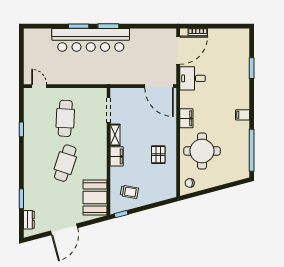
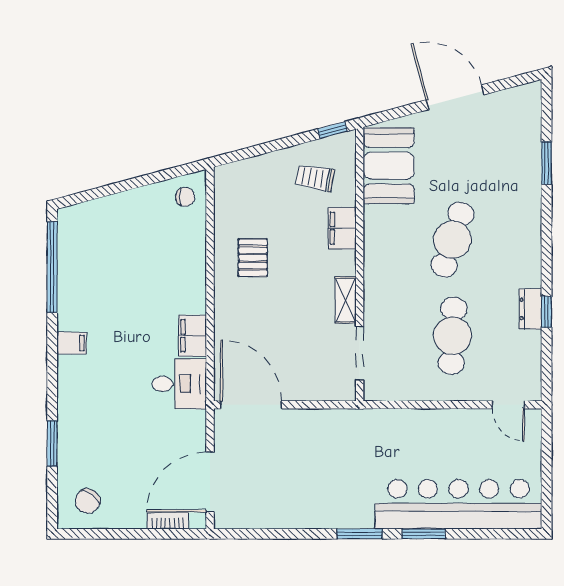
bar counter: (91, 40) -> (459, 504), moved
chair: (235, 41) -> (88, 501), added
desk: (192, 78) -> (179, 384), moved
round table: (202, 151) -> (159, 265), removed
filing cabinet: (117, 156) -> (342, 228), moved
dresser: (29, 220) -> (530, 309), moved
door: (64, 229) -> (455, 97), hinge flipped

